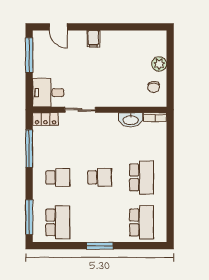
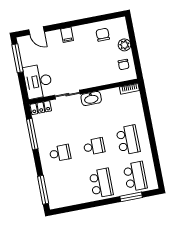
chair: (136, 47) -> (103, 35), added
desk: (48, 93) -> (38, 81), width x1.37
washbasin: (131, 120) -> (91, 98), moved
school desk: (58, 222) -> (101, 183), moved
window: (100, 246) -> (131, 197), moved

